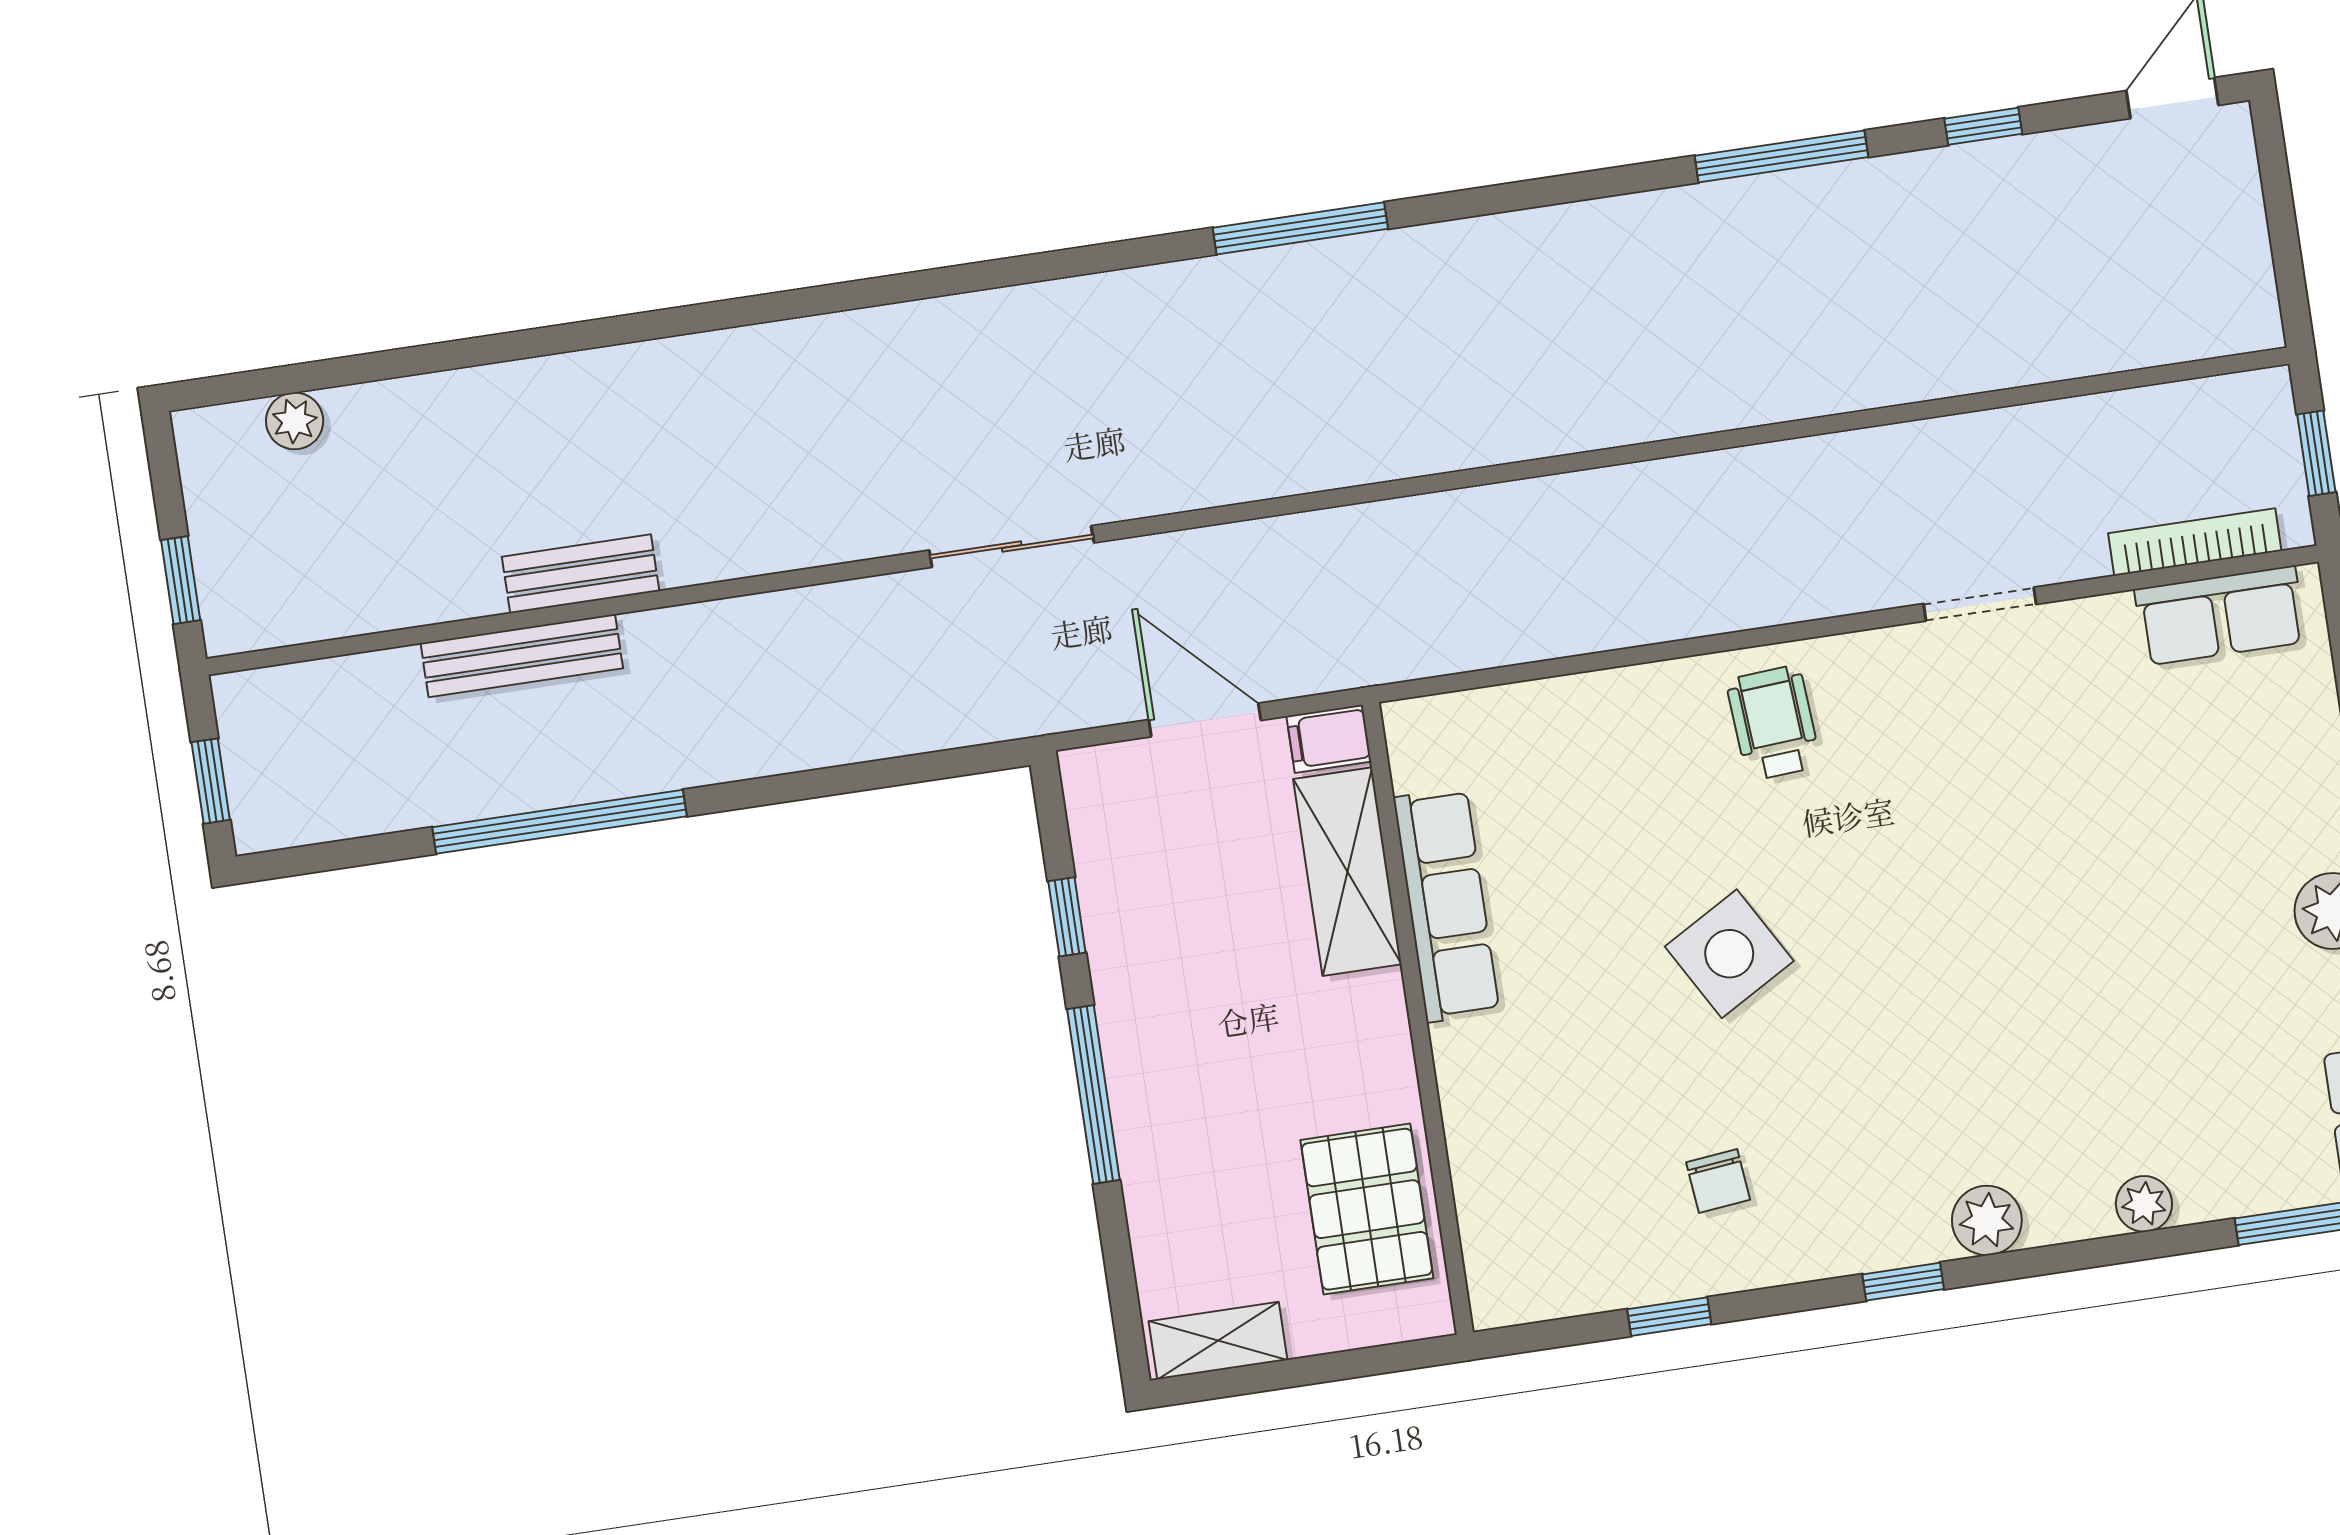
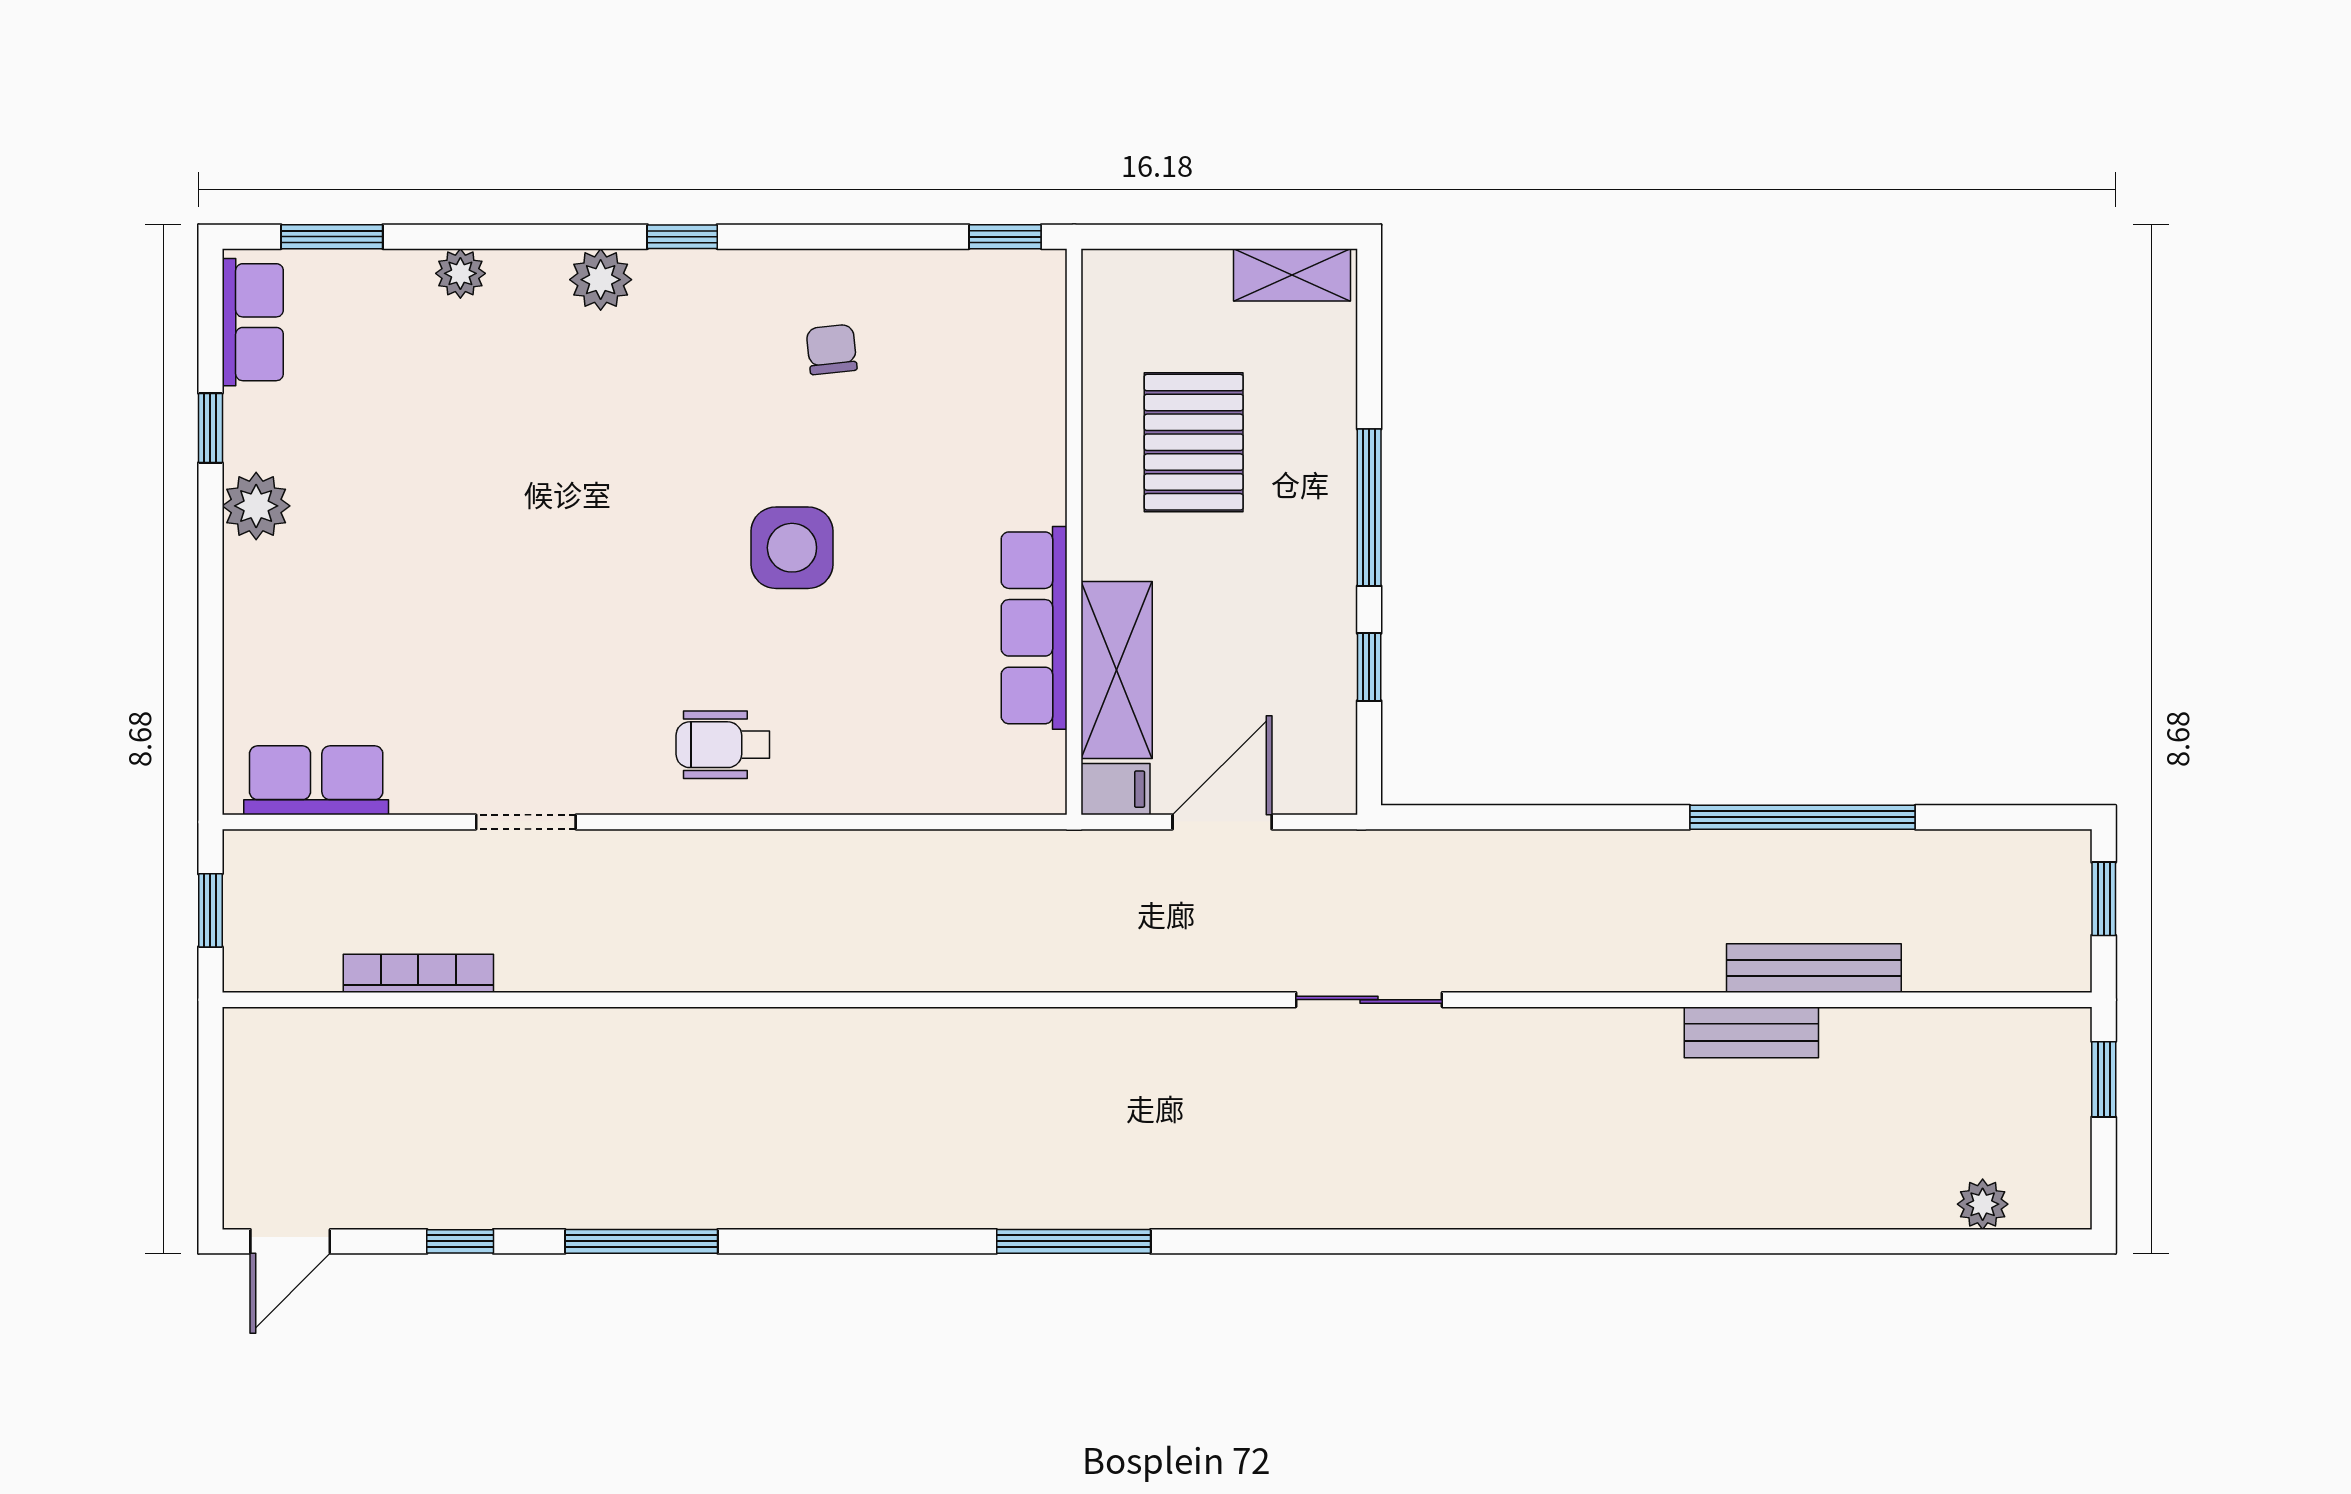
bookcase: (2195, 542) -> (418, 973), moved, turned 180
door: (1205, 720) -> (1222, 822), swing flipped
wheelchair: (1773, 723) -> (723, 745), turned 94
side table: (1729, 954) -> (792, 548), turned 30
pallet: (1367, 1209) -> (1194, 442), moved
window: (1669, 1317) -> (1005, 237), moved

